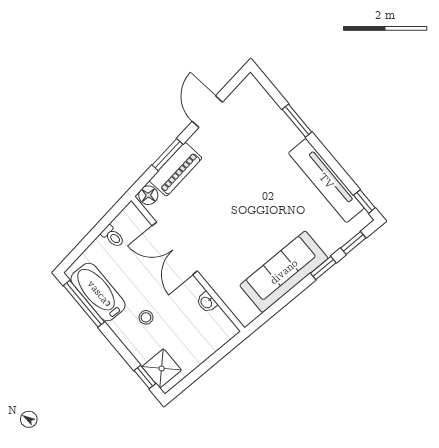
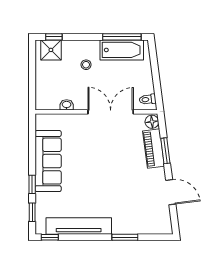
toilet: (113, 236) -> (148, 99), moved

